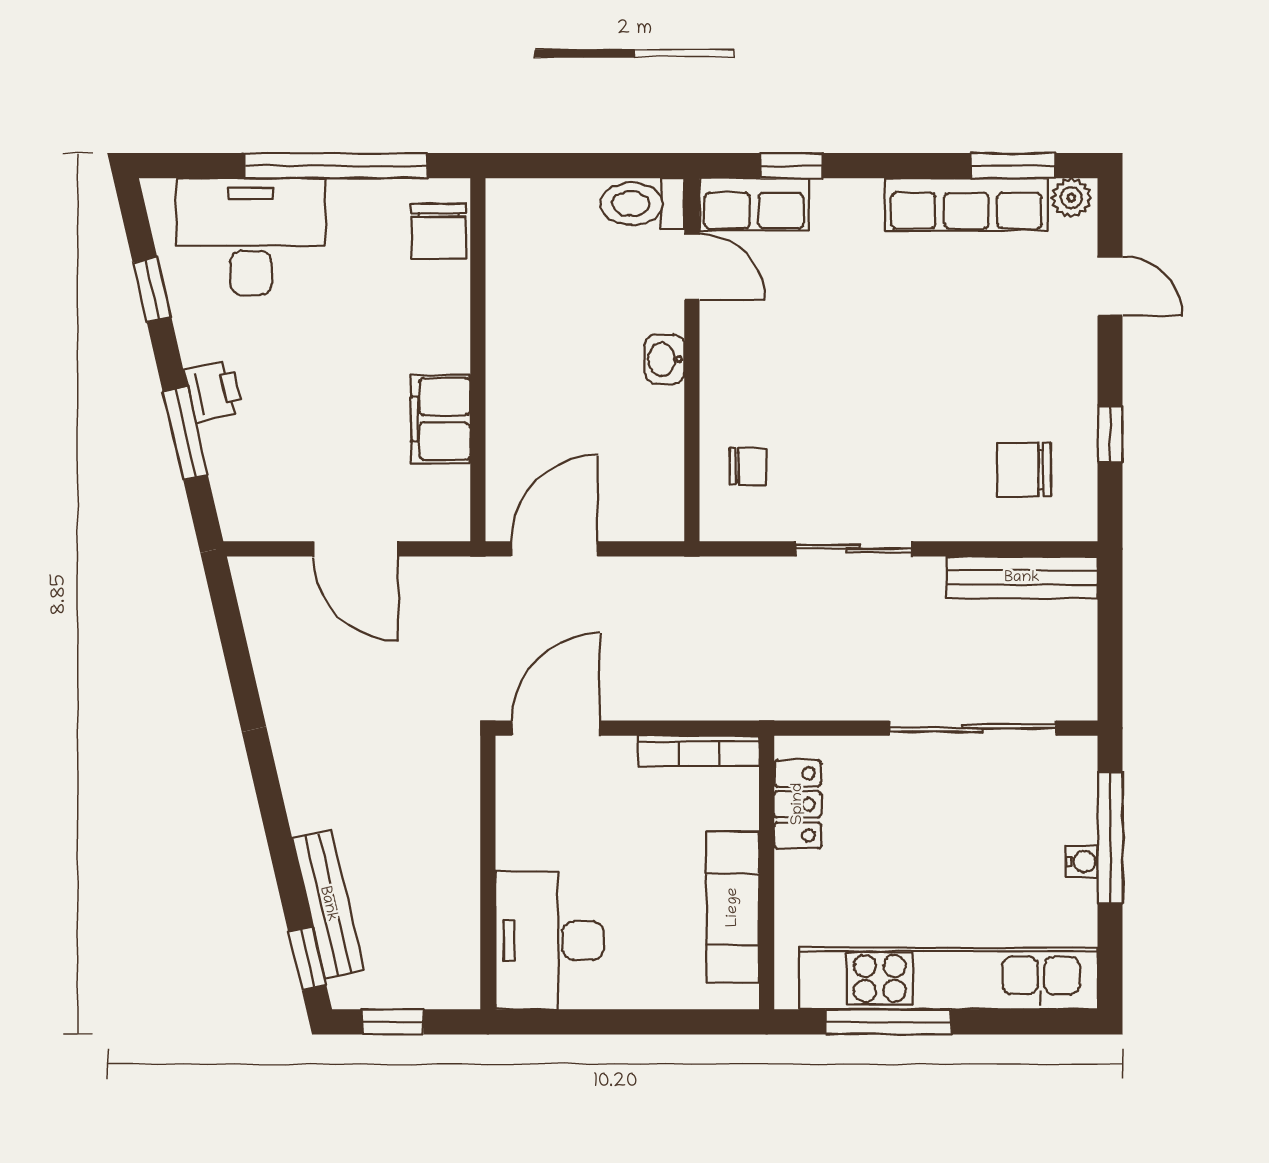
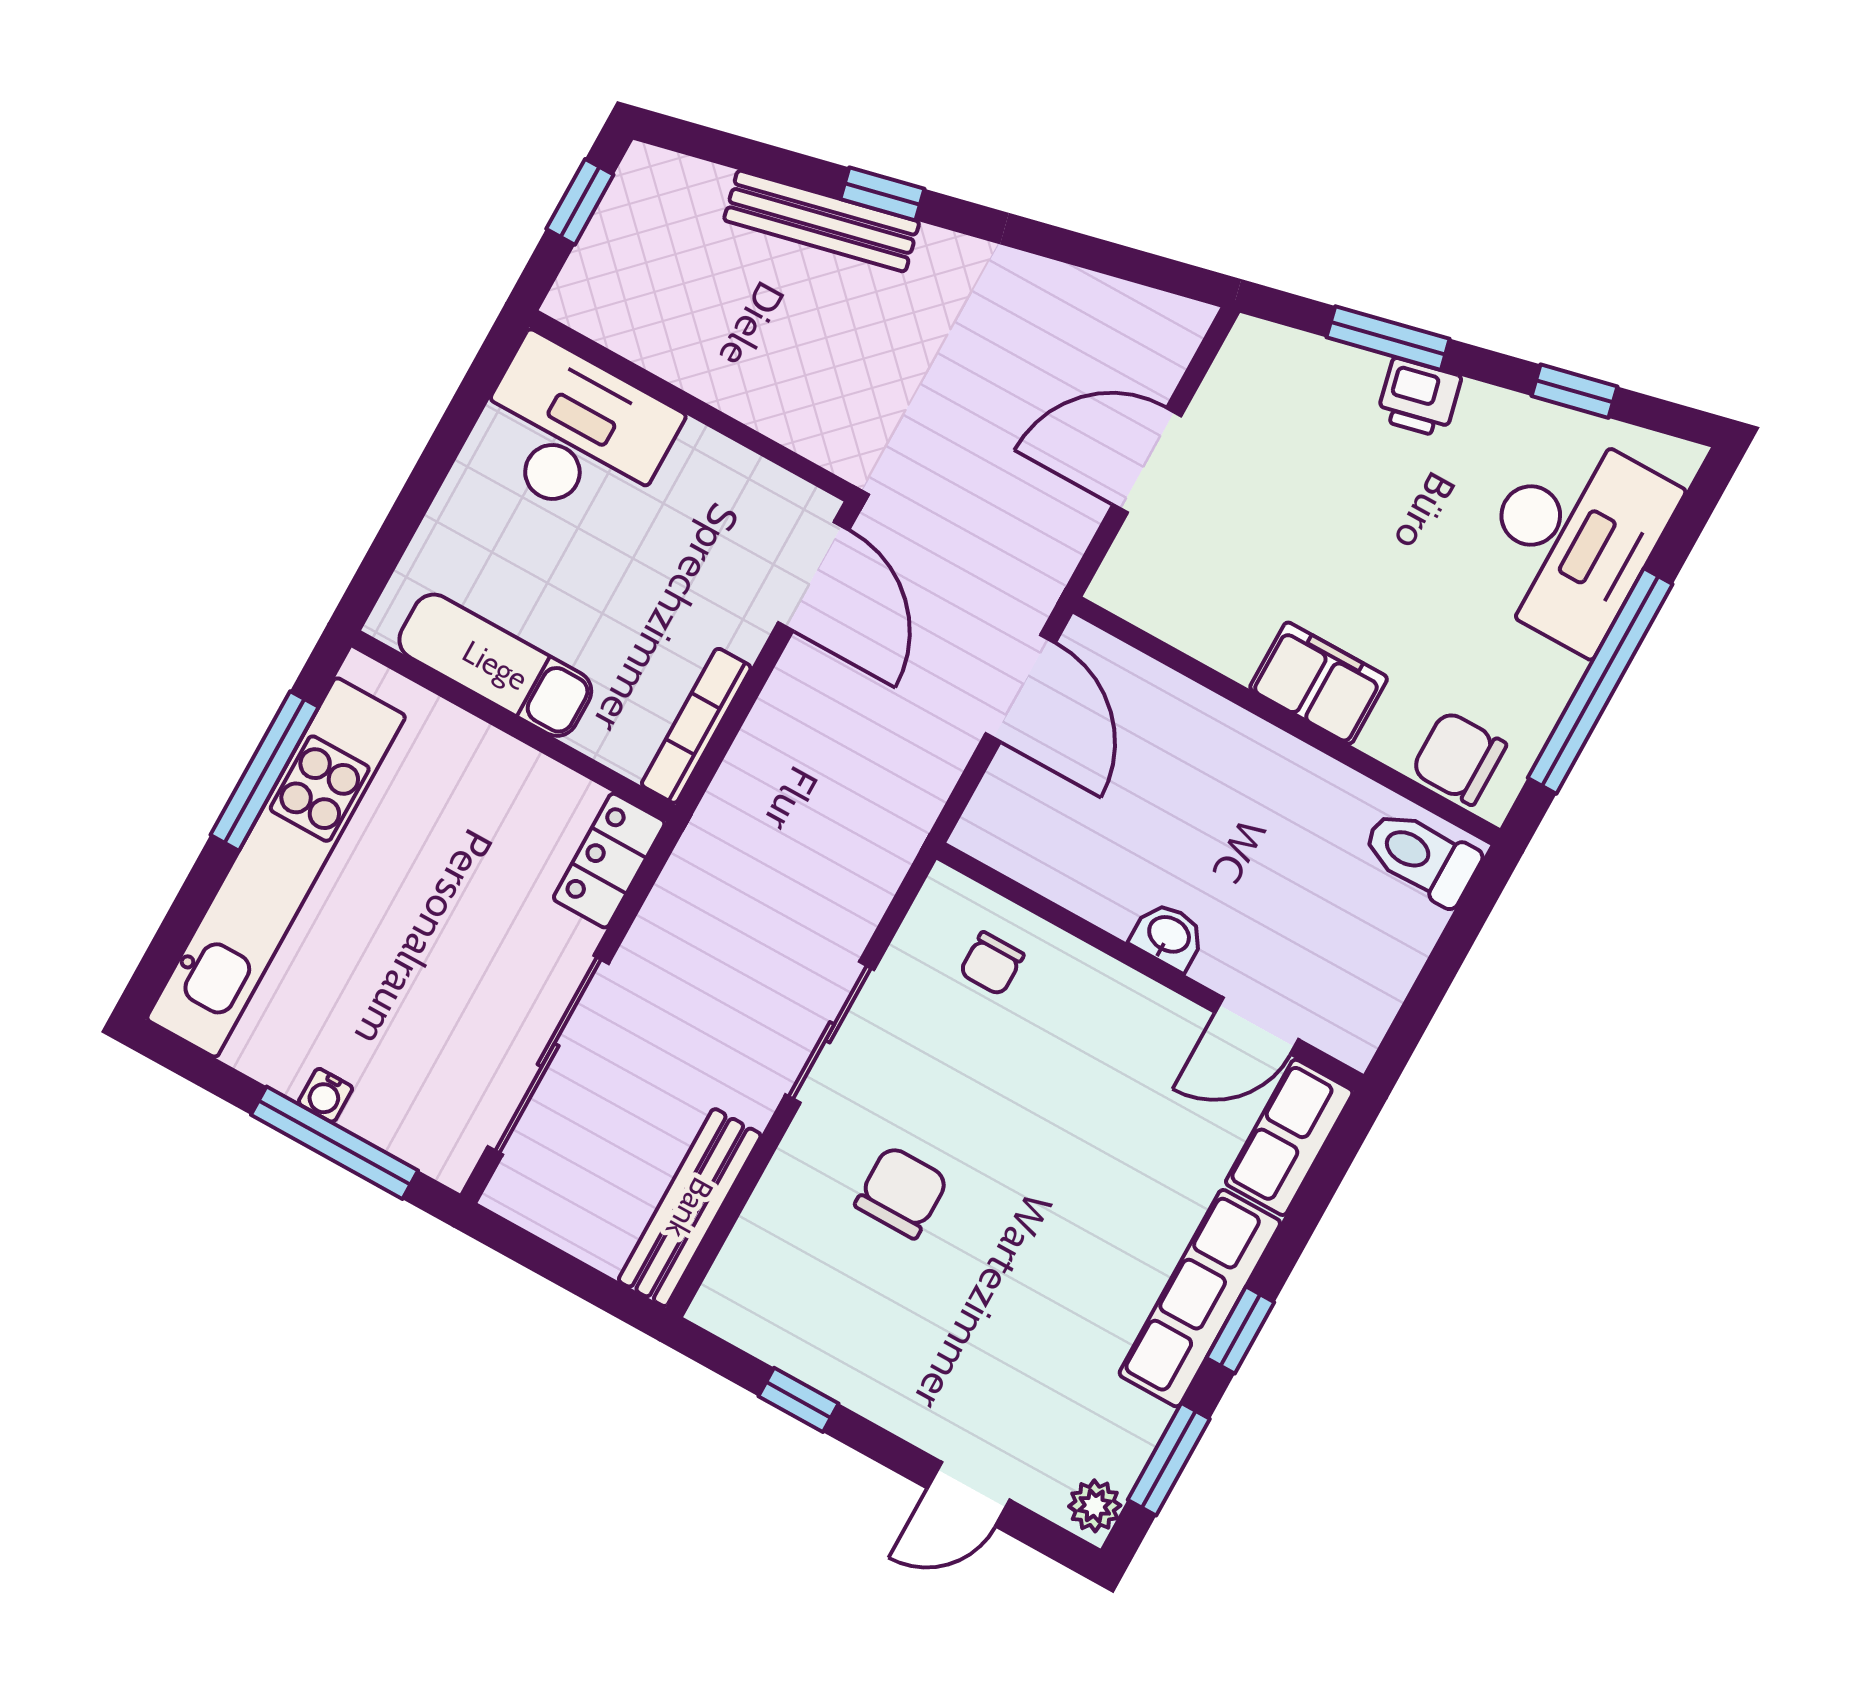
window: (791, 166) -> (1240, 1330), moved
toilet: (642, 204) -> (1421, 856), moved, turned -90
row of seats: (966, 204) -> (1200, 1298), moved
filing cabinet: (441, 419) -> (1319, 683), moved
chair: (1024, 470) -> (902, 1192), moved
locker: (798, 804) -> (609, 861), moved, turned 90
bench: (328, 904) -> (822, 221), moved
window: (307, 959) -> (882, 194), moved

